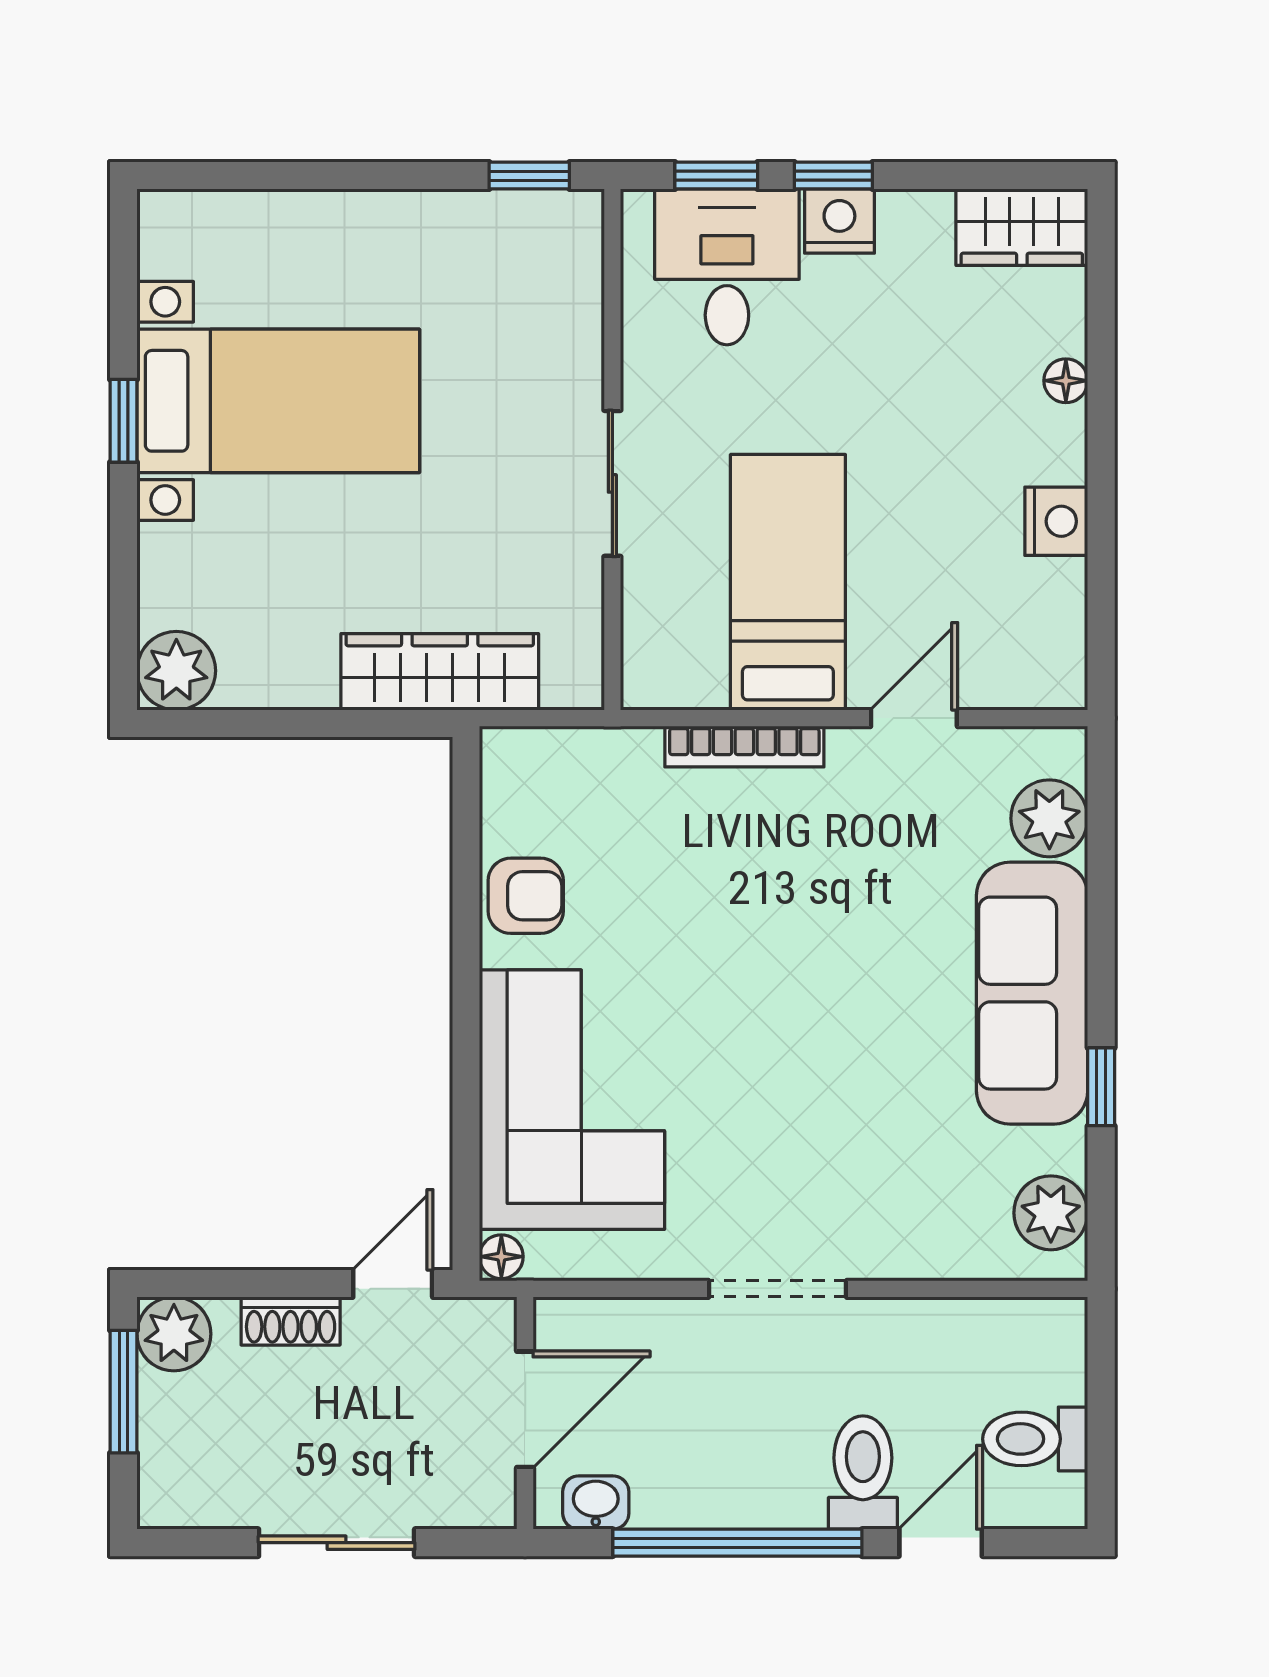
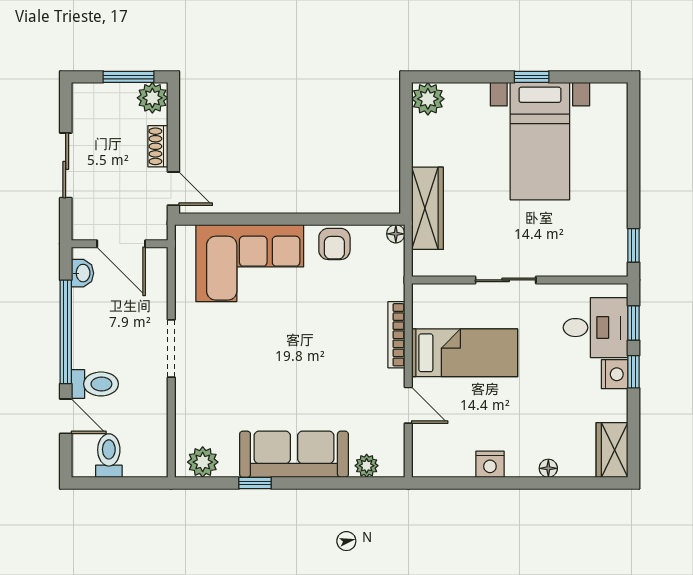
plant: (1049, 818) -> (367, 466), width x0.73, depth x0.73
floor lamp: (501, 1257) -> (396, 234), moved

